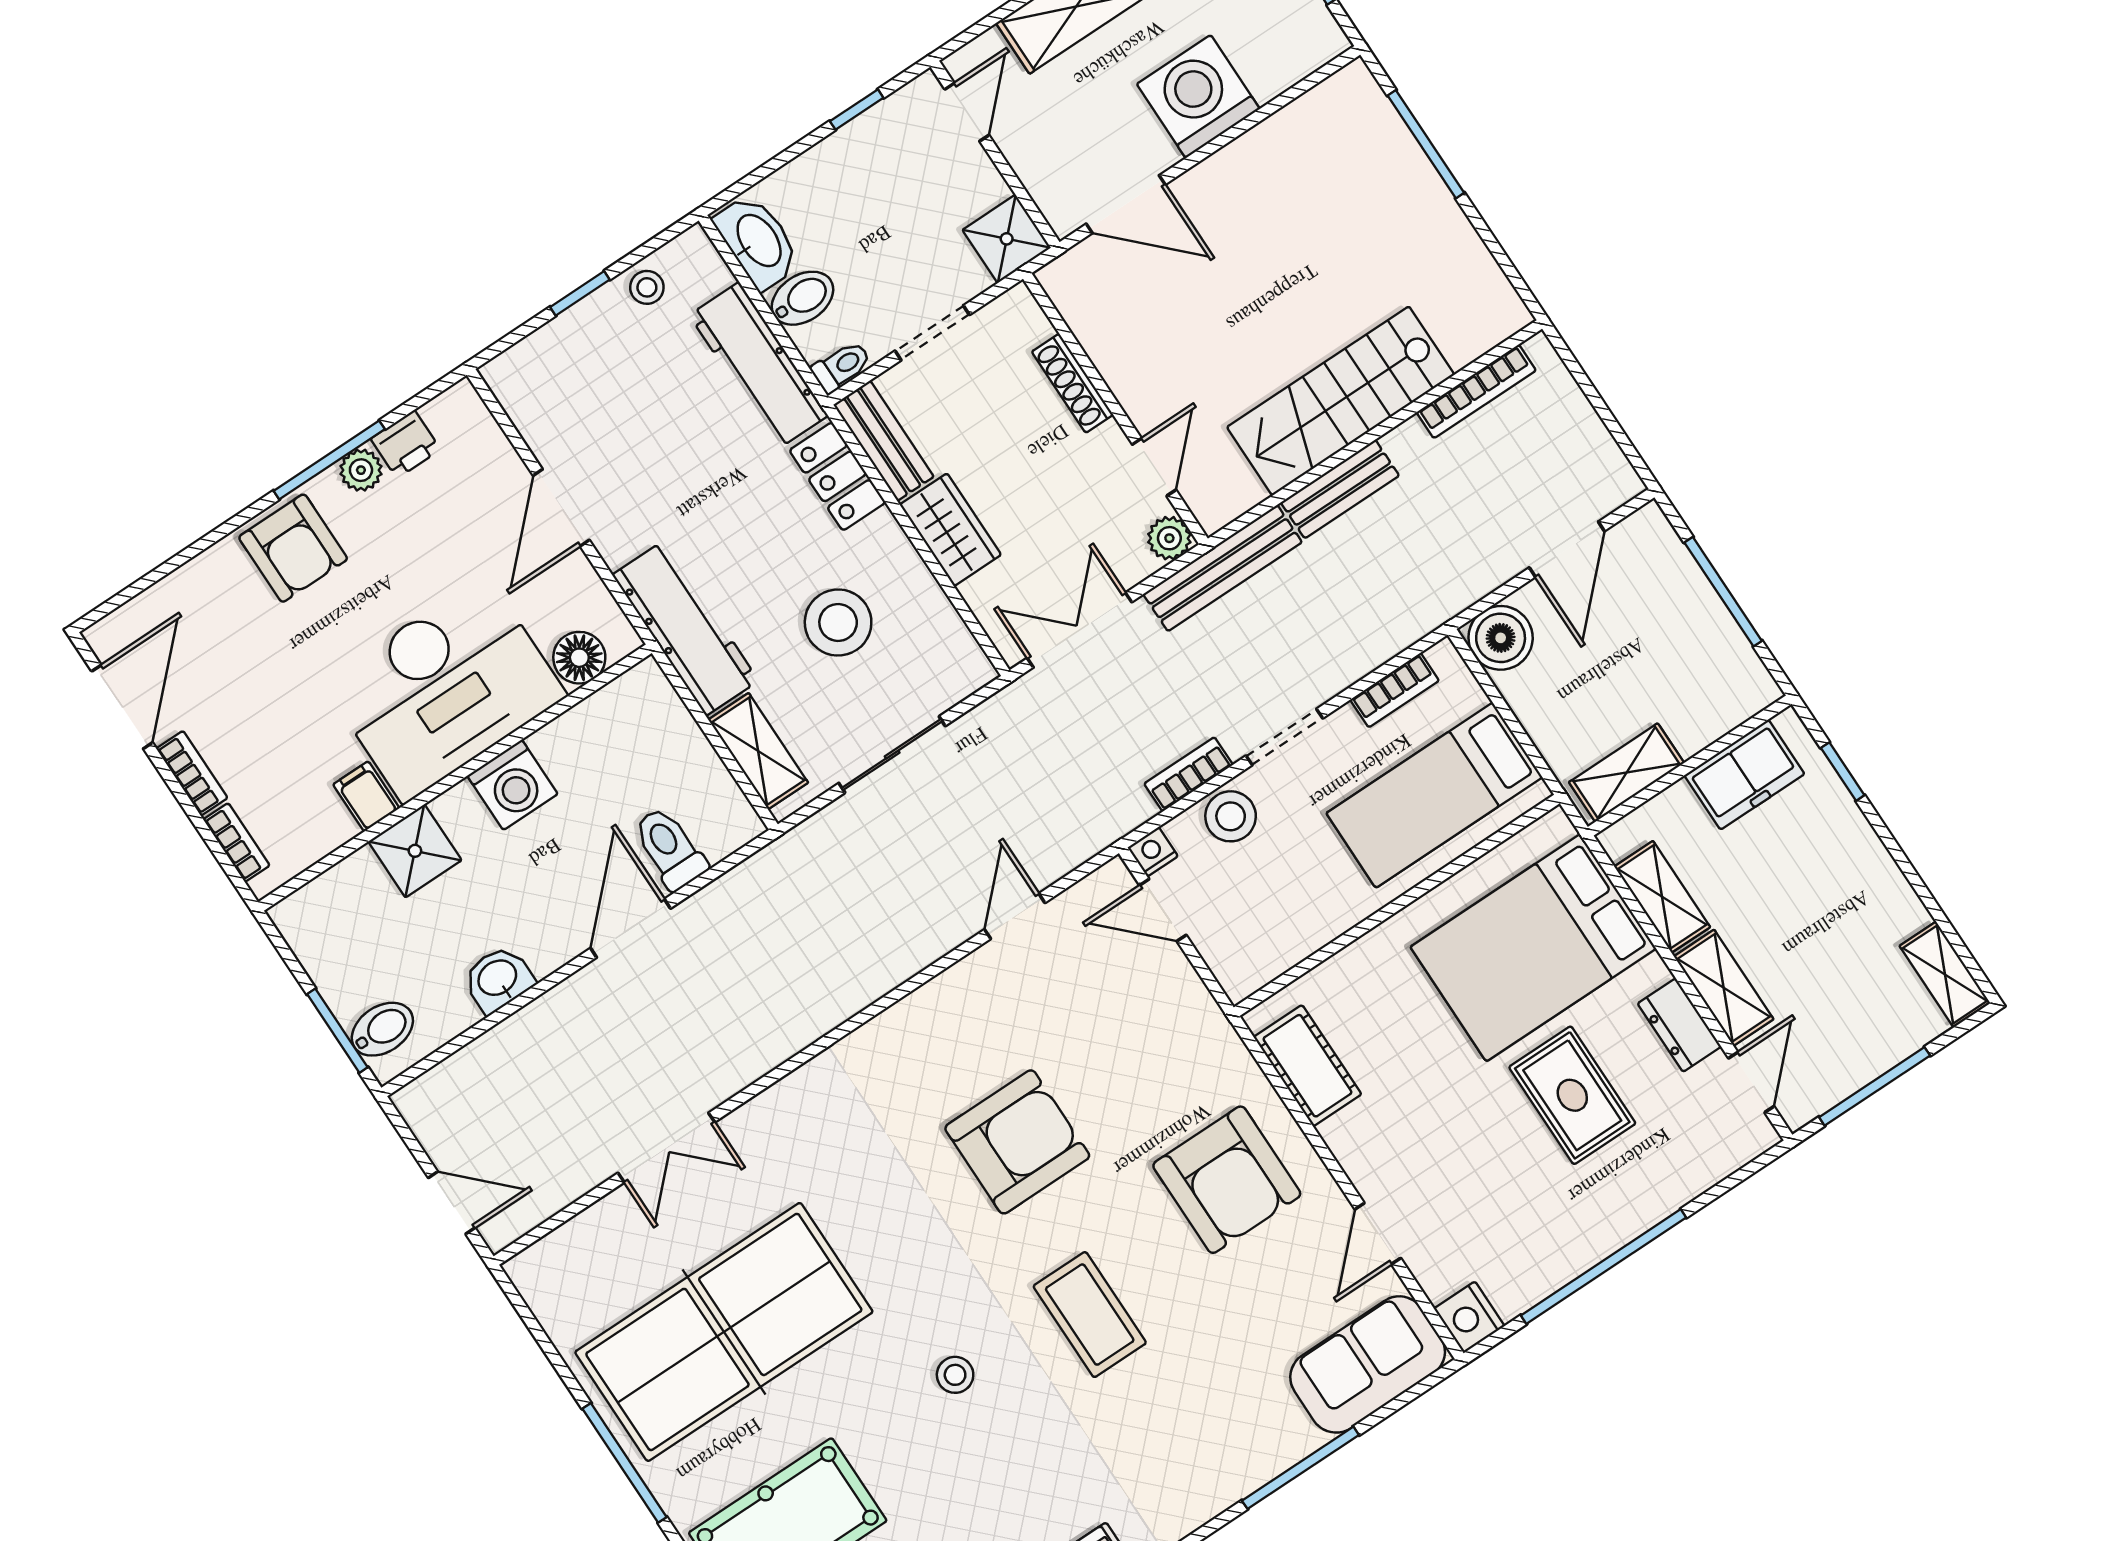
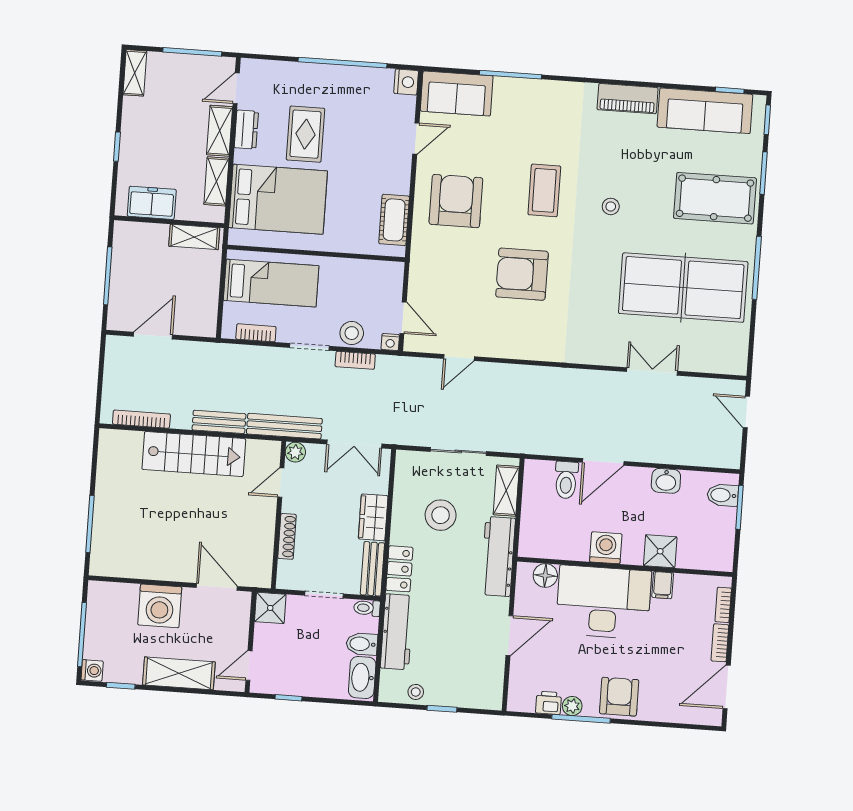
boiler: (1501, 638) -> (202, 322), removed
window: (1843, 772) -> (117, 147), moved

